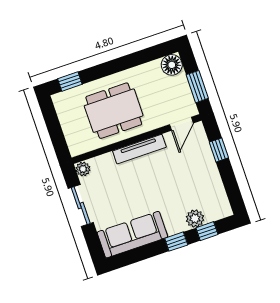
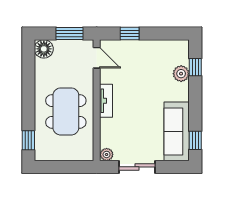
tv unit: (139, 149) -> (106, 101), width x0.71
window: (176, 242) -> (195, 140), moved

